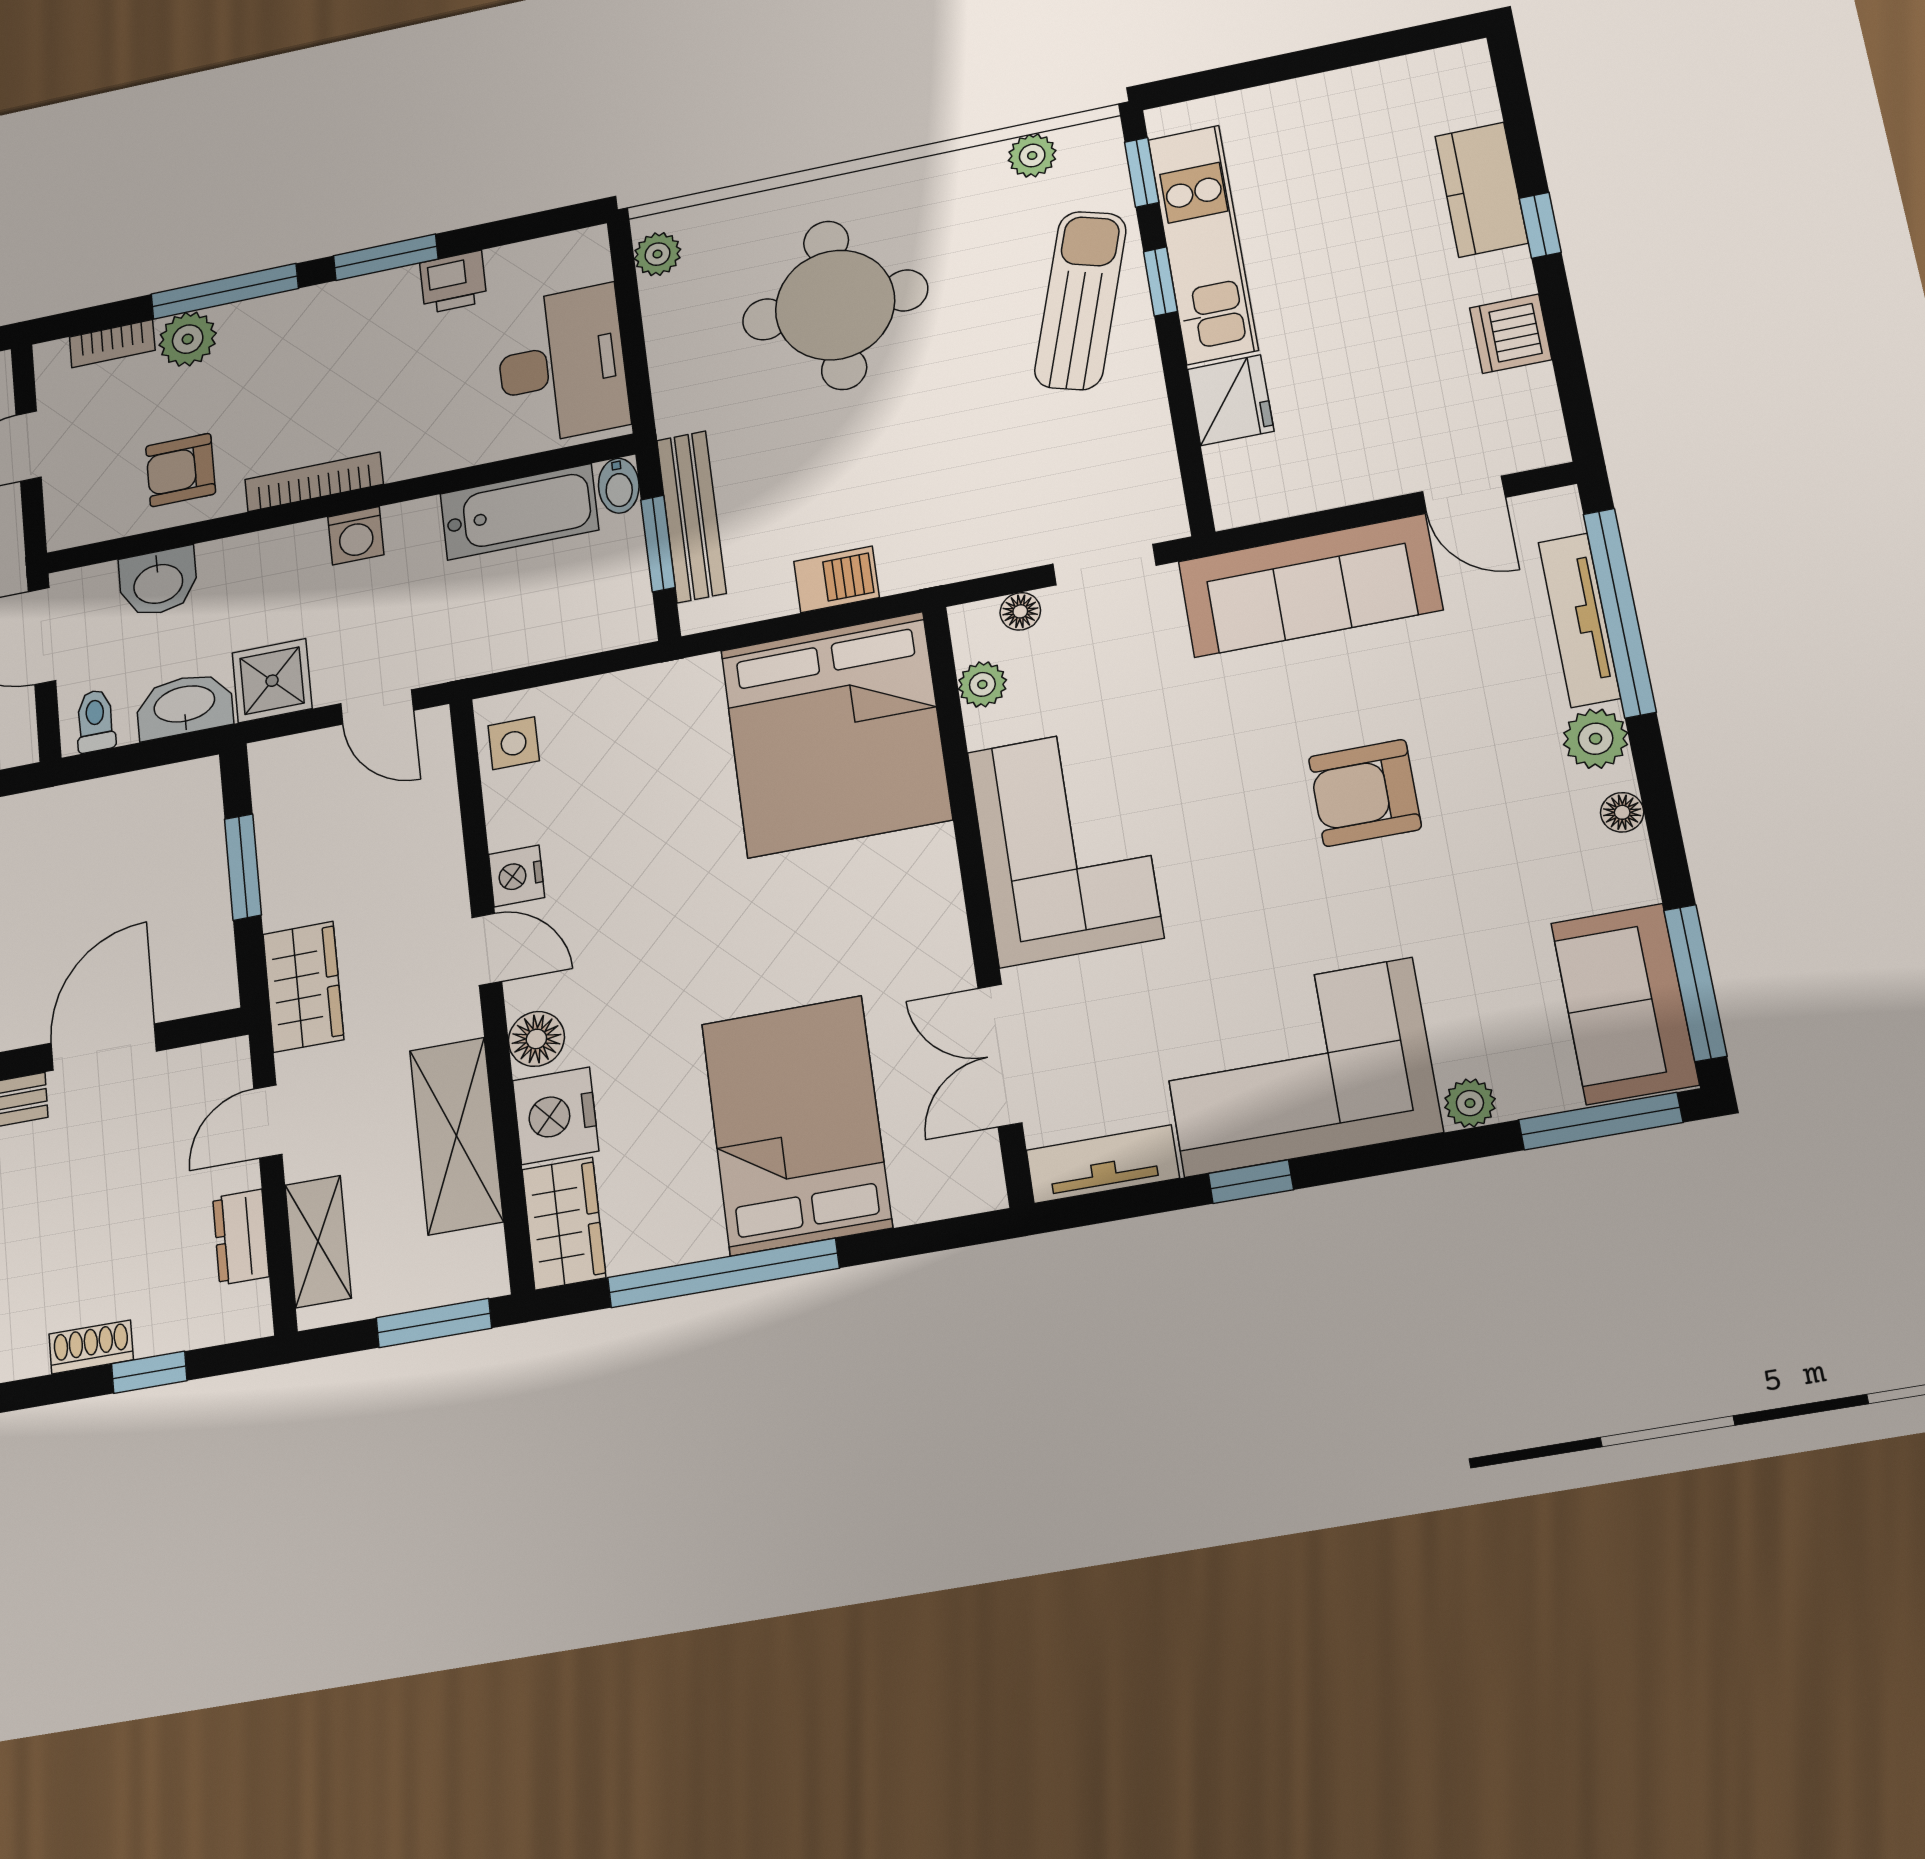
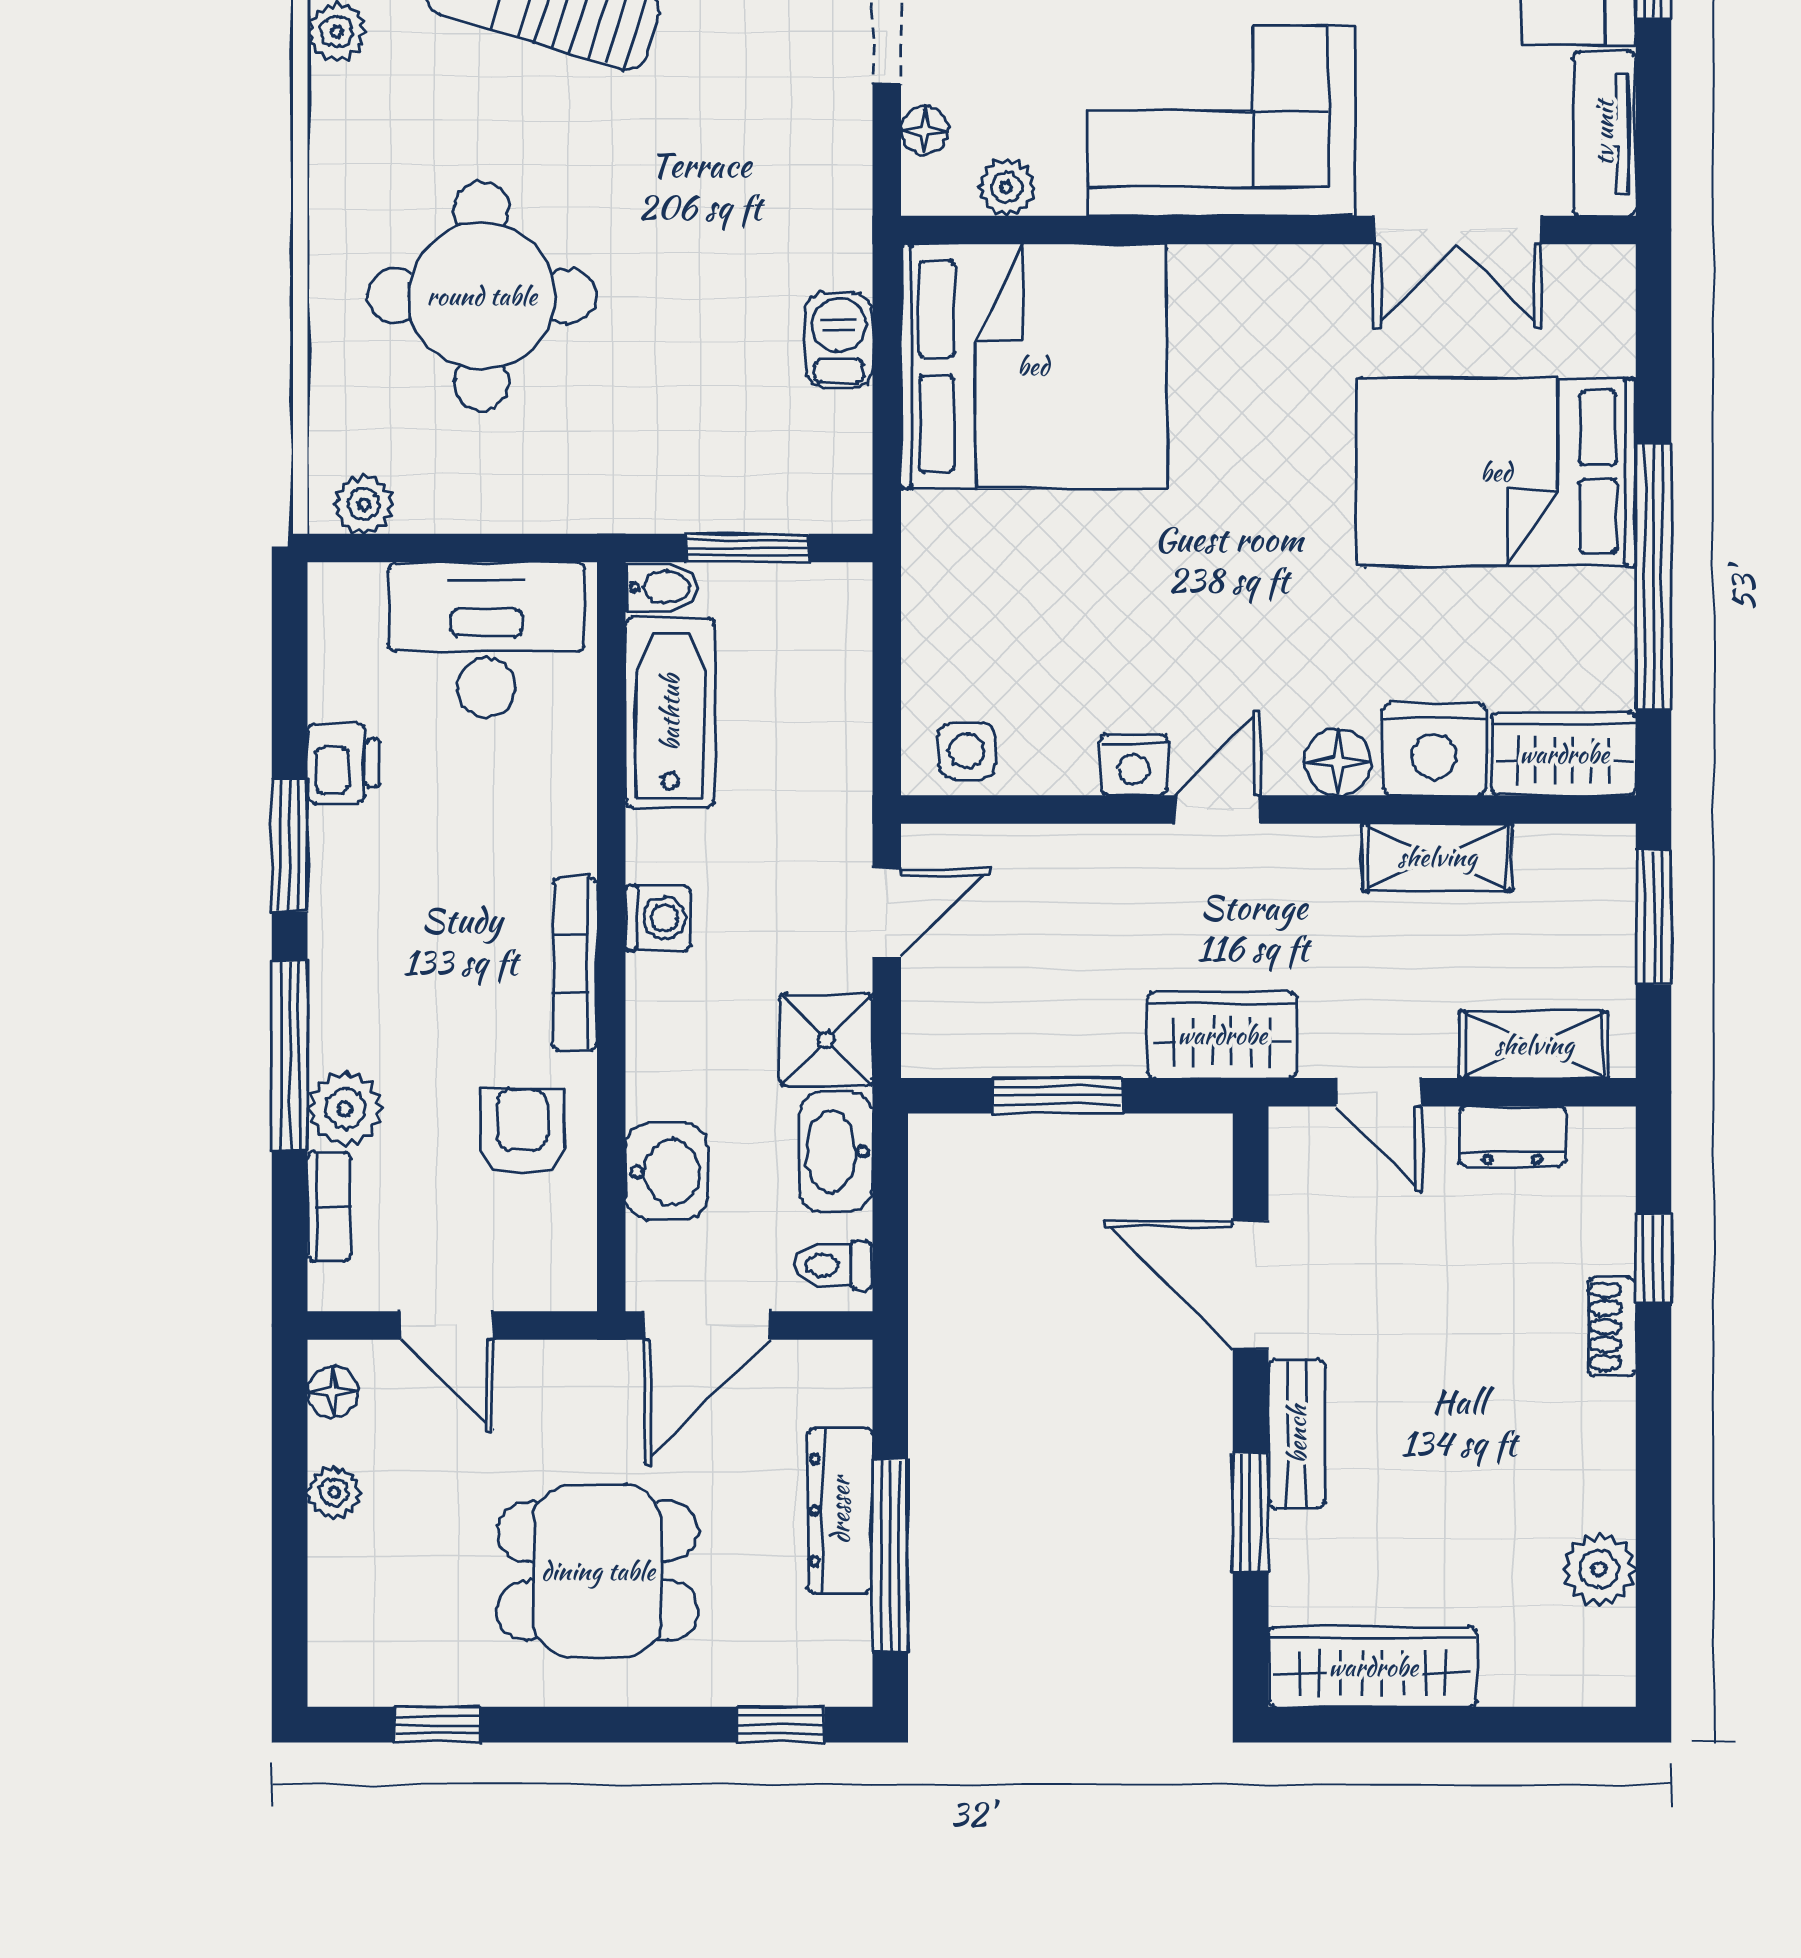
armchair: (181, 470) -> (522, 1132), turned 180
bench: (691, 517) -> (721, 504), removed
shelving: (456, 1136) -> (1437, 857), width x0.67, depth x0.75

